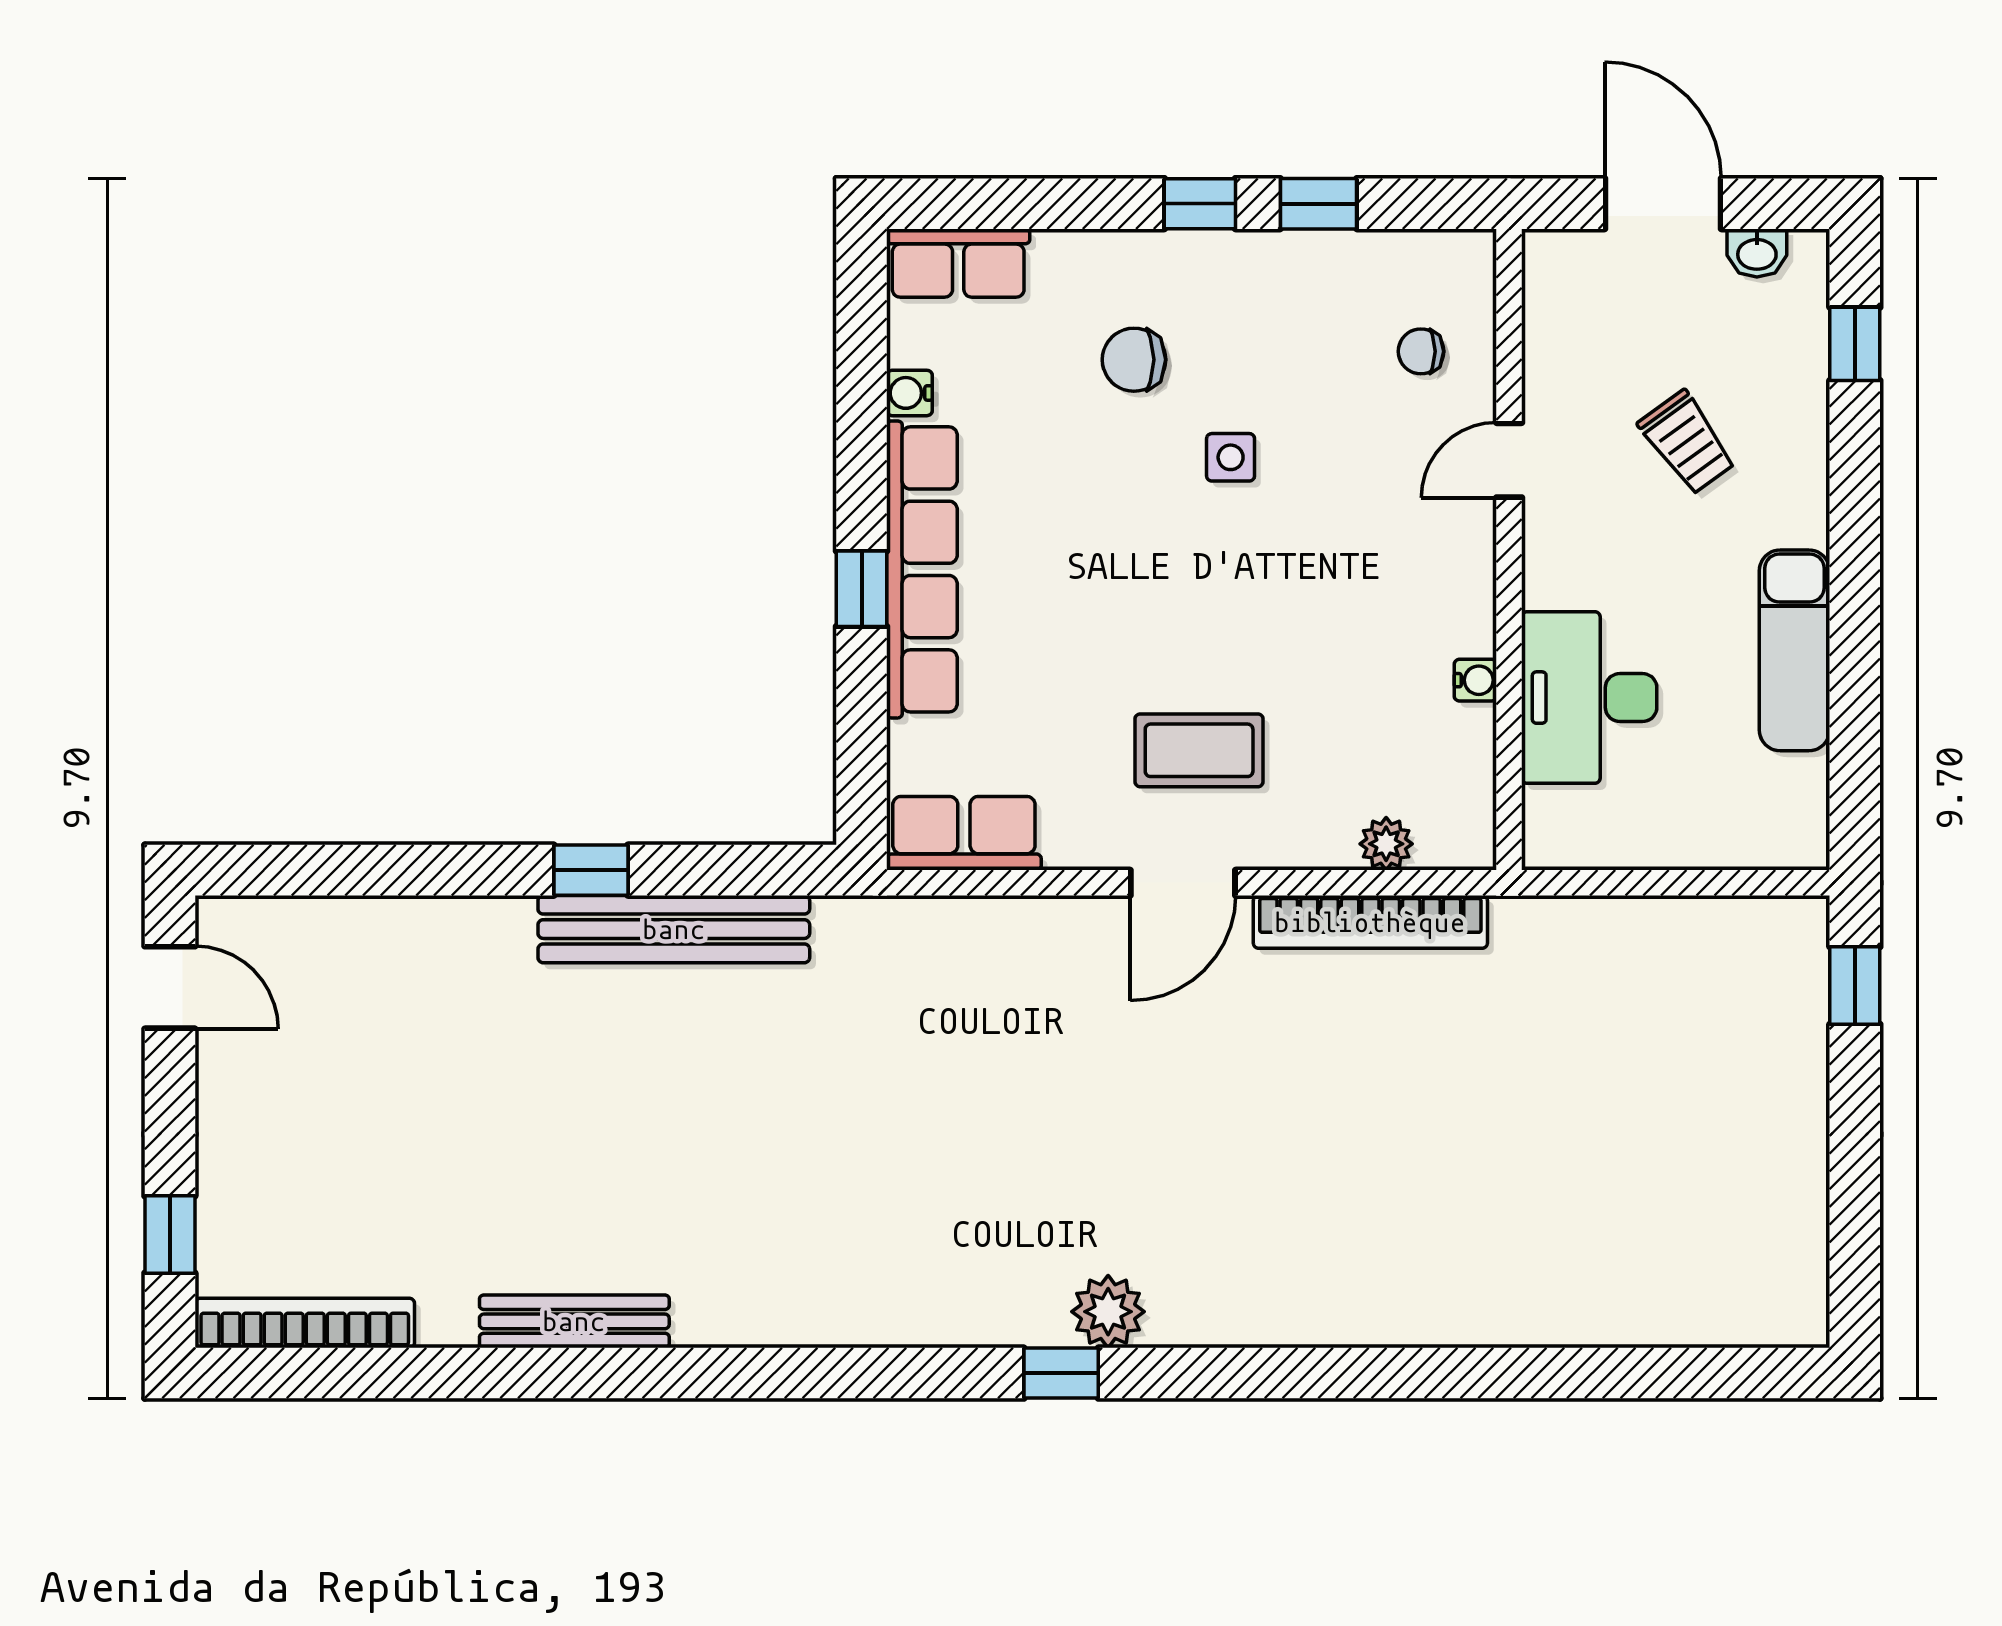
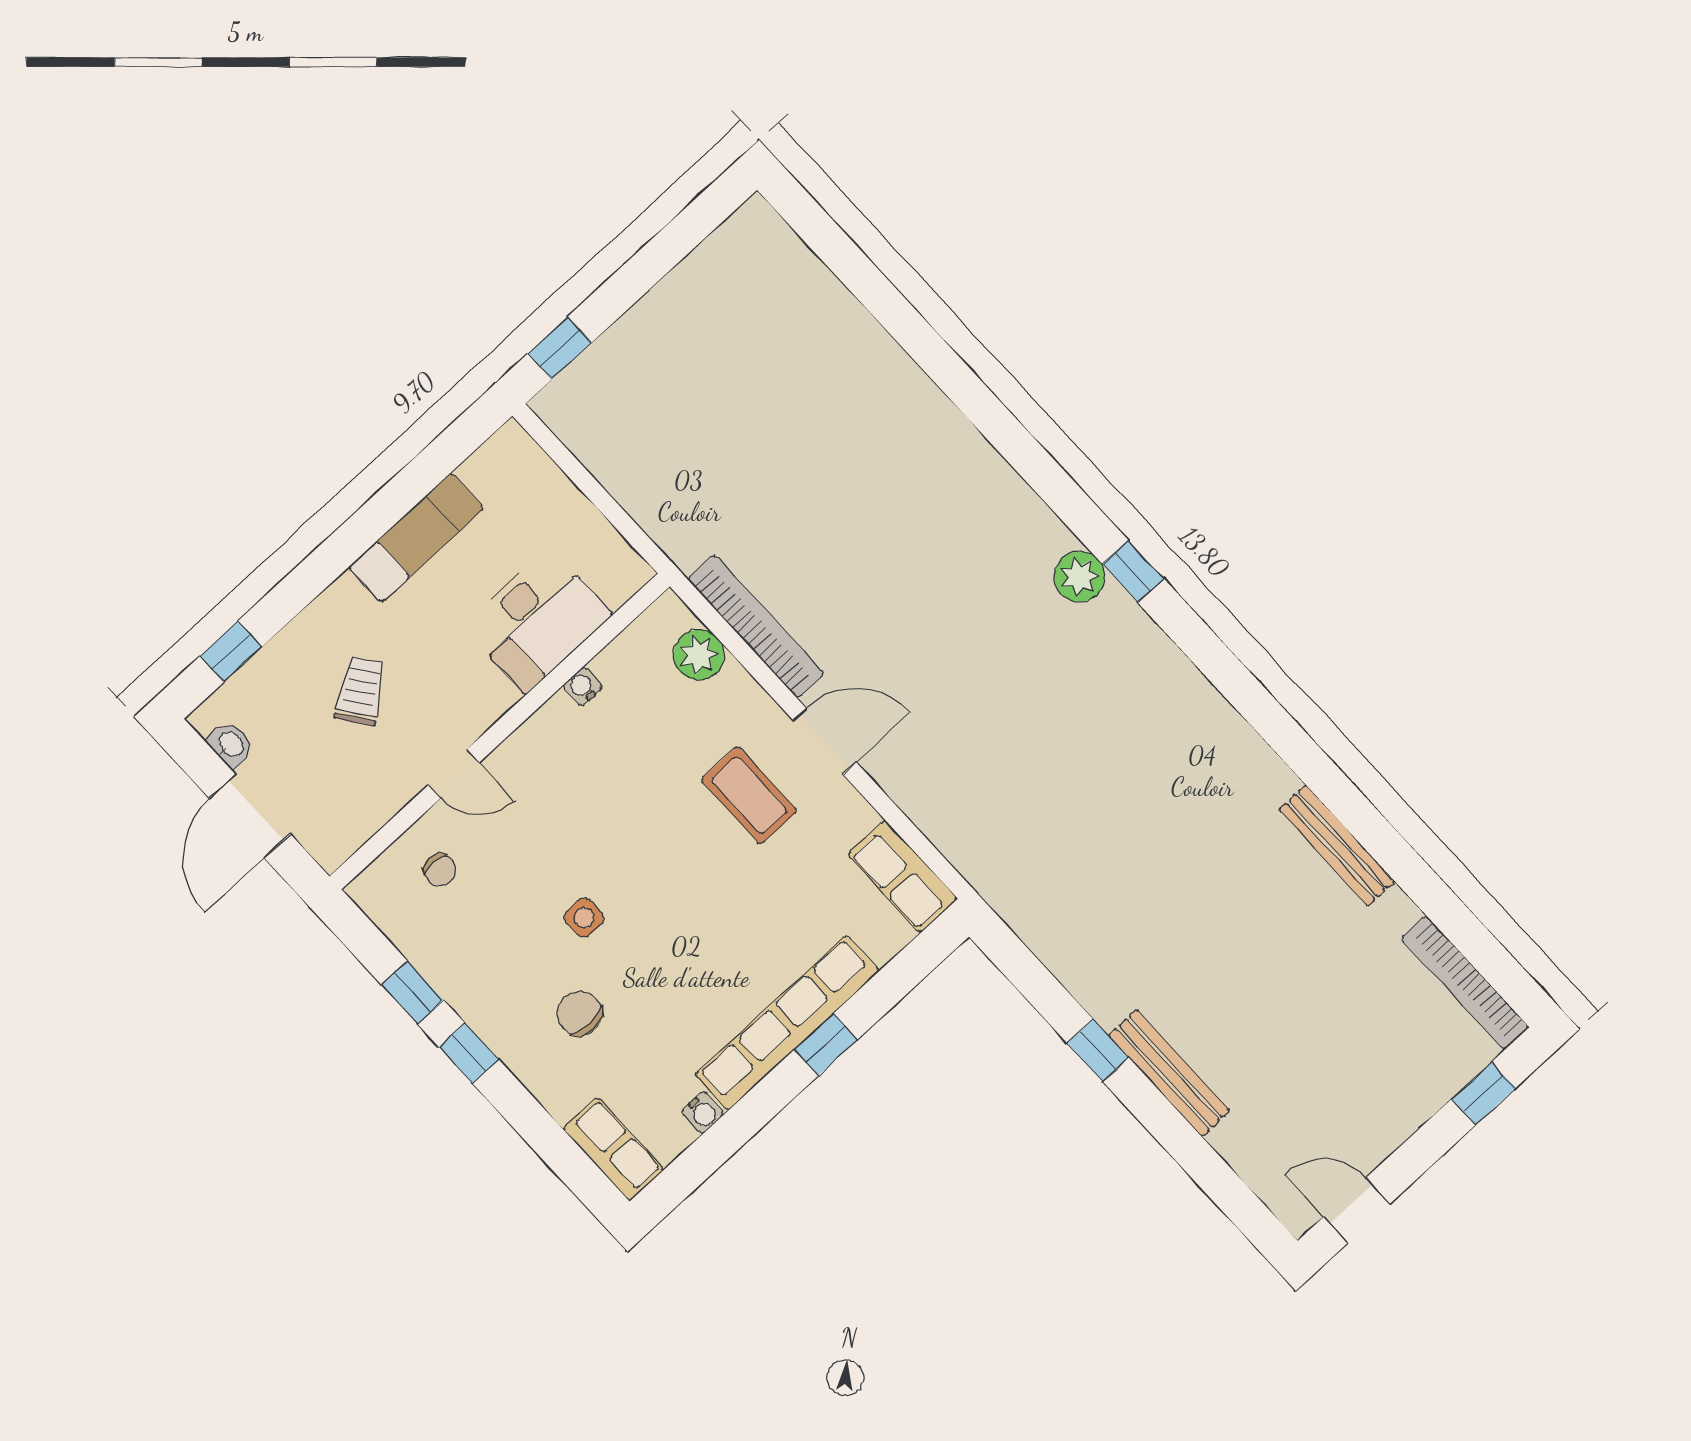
chair: (1134, 360) -> (580, 1013), turned 180
plant: (1386, 844) -> (699, 655), width x1.38, depth x1.38
bench: (674, 929) -> (1169, 1073), moved, width x0.73, depth x0.82
door: (170, 987) -> (1357, 1210), hinge flipped

